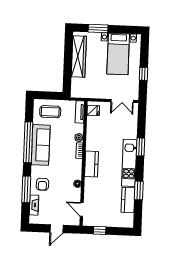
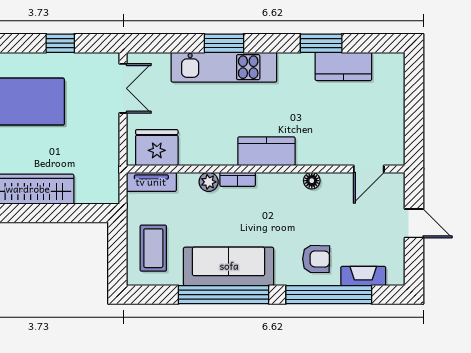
fridge: (93, 110) -> (157, 148), width x1.88, depth x1.34
kitchen unit: (129, 163) -> (224, 67), moved
window: (26, 189) -> (329, 295), width x1.46
window: (100, 230) -> (414, 127), removed

